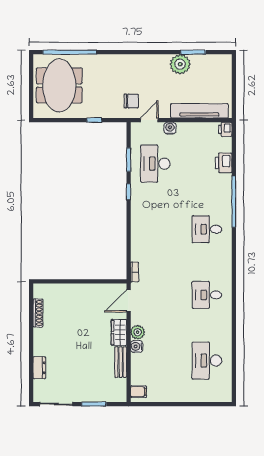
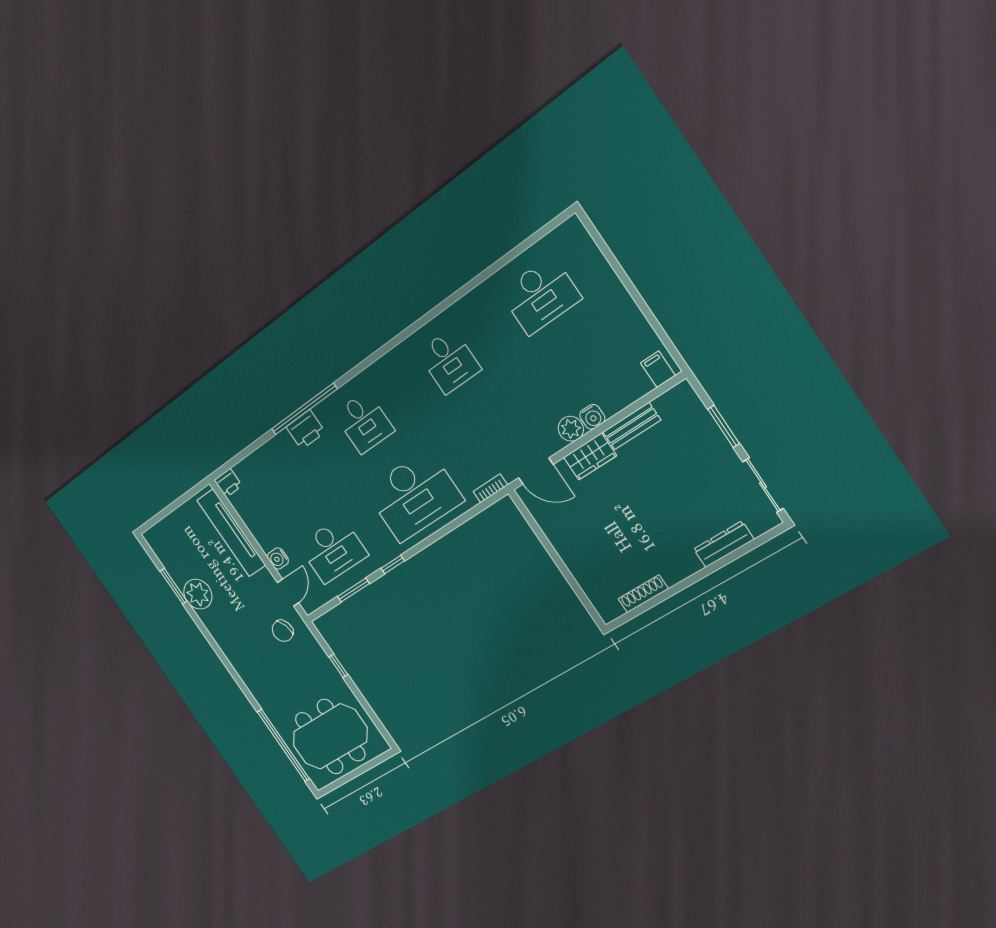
chair: (131, 101) -> (283, 631), turned -110
door: (149, 120) -> (288, 593), swing flipped
printer: (224, 163) -> (306, 430), moved
desk: (155, 229) -> (414, 496), added
dresser: (39, 368) -> (724, 544), width x1.44

